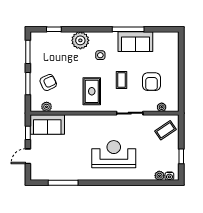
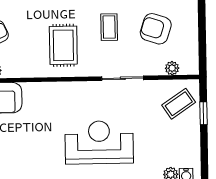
armchair: (152, 82) -> (156, 29), turned 108
window: (181, 156) -> (204, 113), moved

